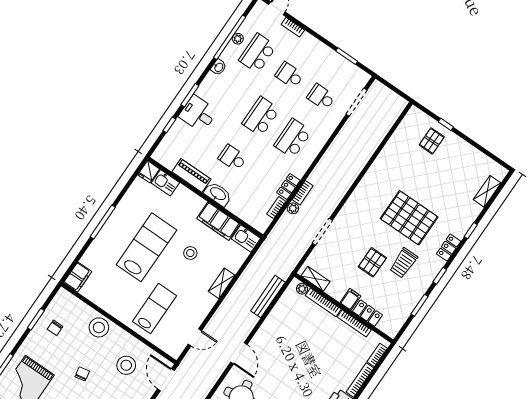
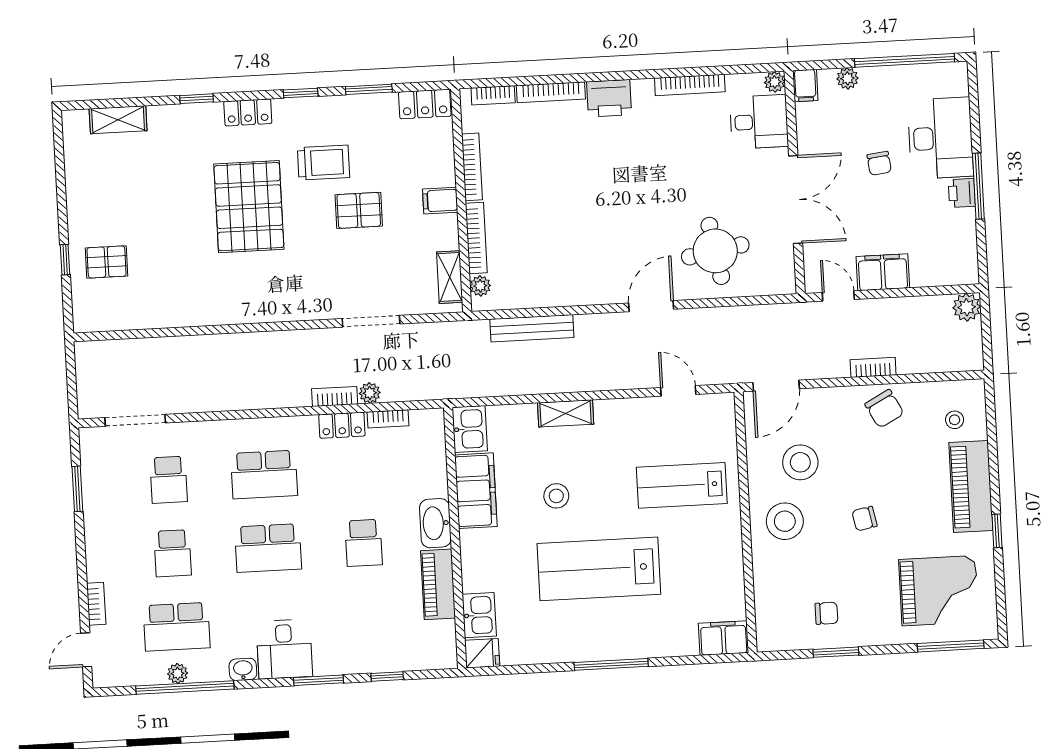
desk: (198, 114) -> (284, 649), moved
locker: (367, 313) -> (425, 104), moved, turned -90
stool: (99, 327) -> (785, 521), moved

